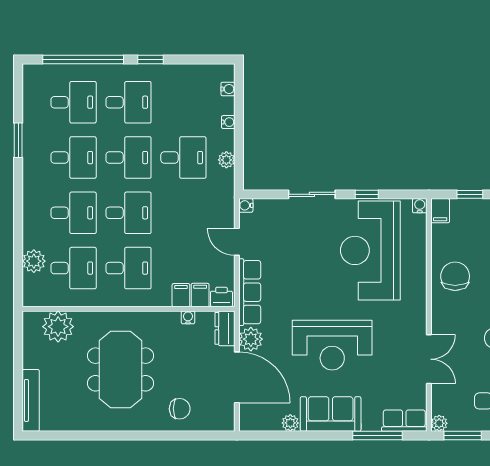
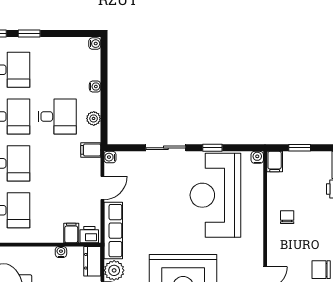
water cooler: (228, 89) -> (95, 44), moved
door: (237, 242) -> (102, 188), swing flipped
chair: (455, 276) -> (287, 217), width x0.54, depth x0.54
filing cabinet: (181, 295) -> (91, 150), moved, turned -90

